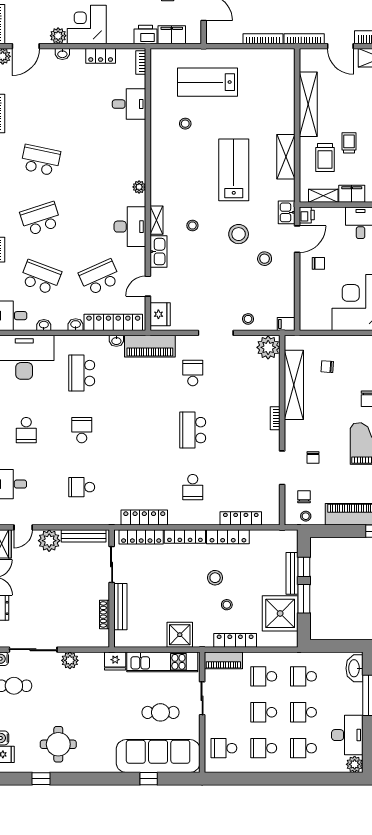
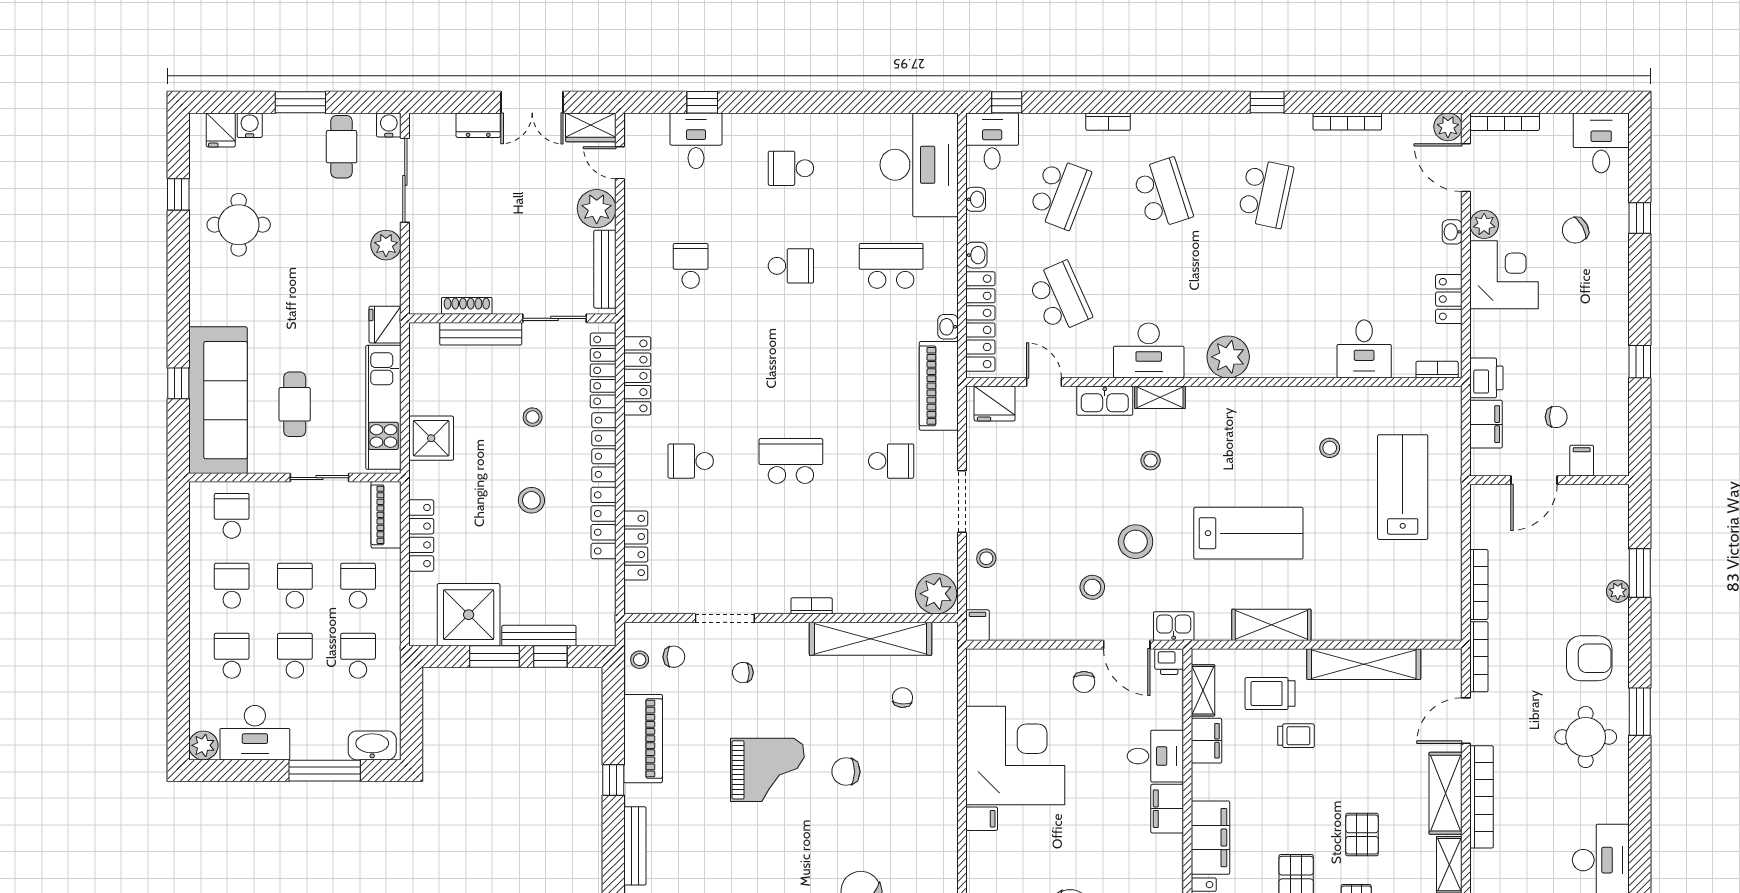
plant: (139, 187) -> (1228, 357), width x1.88, depth x1.88
stool: (227, 605) -> (533, 417), moved

